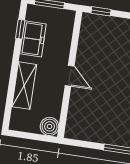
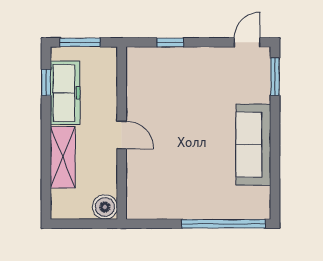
window: (101, 11) -> (170, 42), moved
freezer: (33, 39) -> (65, 93), width x1.40

